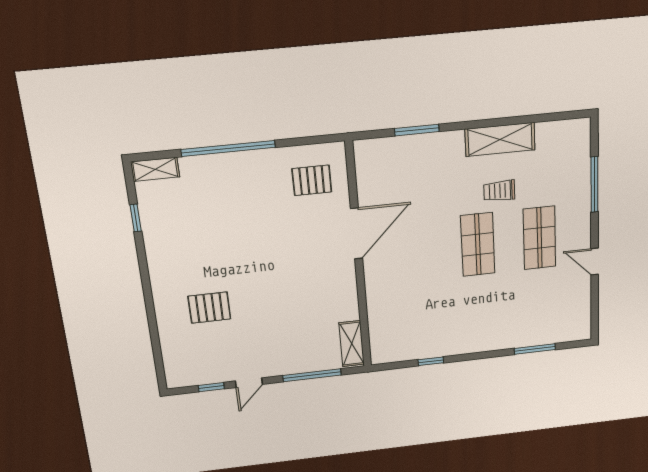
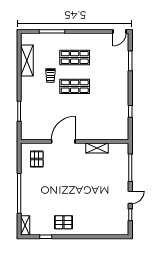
shelving: (500, 139) -> (27, 61), moved
door: (356, 233) -> (63, 141), hinge flipped
door: (595, 261) -> (120, 31), moved
pallet: (209, 308) -> (63, 222), moved, turned 90
shelving: (352, 344) -> (97, 148), moved
door: (249, 383) -> (130, 197), hinge flipped

